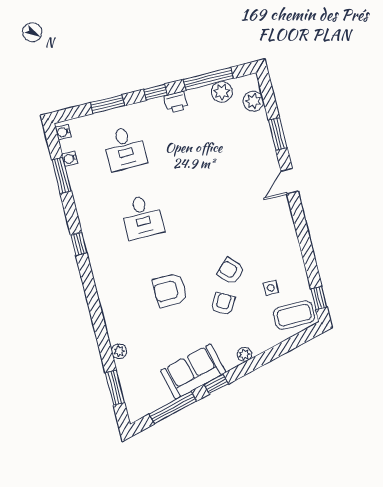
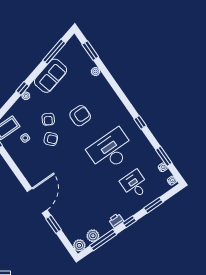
plant: (253, 101) -> (79, 245), moved
door: (290, 181) -> (37, 201), width x1.88
desk: (142, 217) -> (111, 150), width x1.87, depth x1.30
window: (216, 384) -> (22, 88), moved

